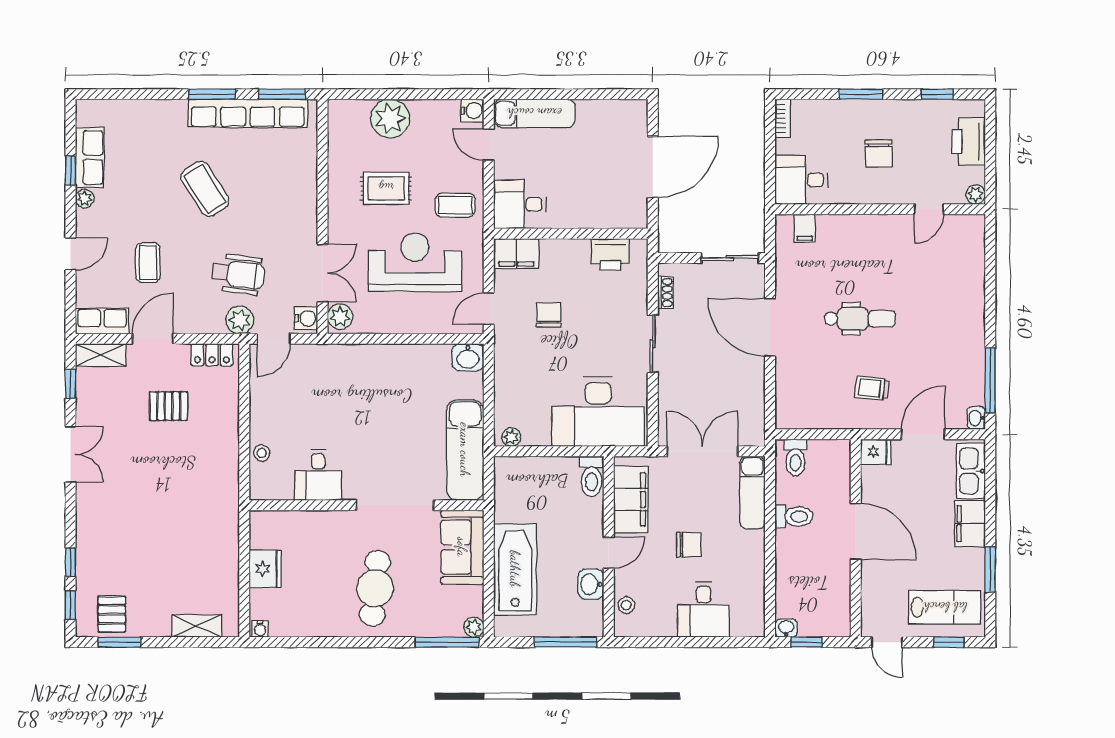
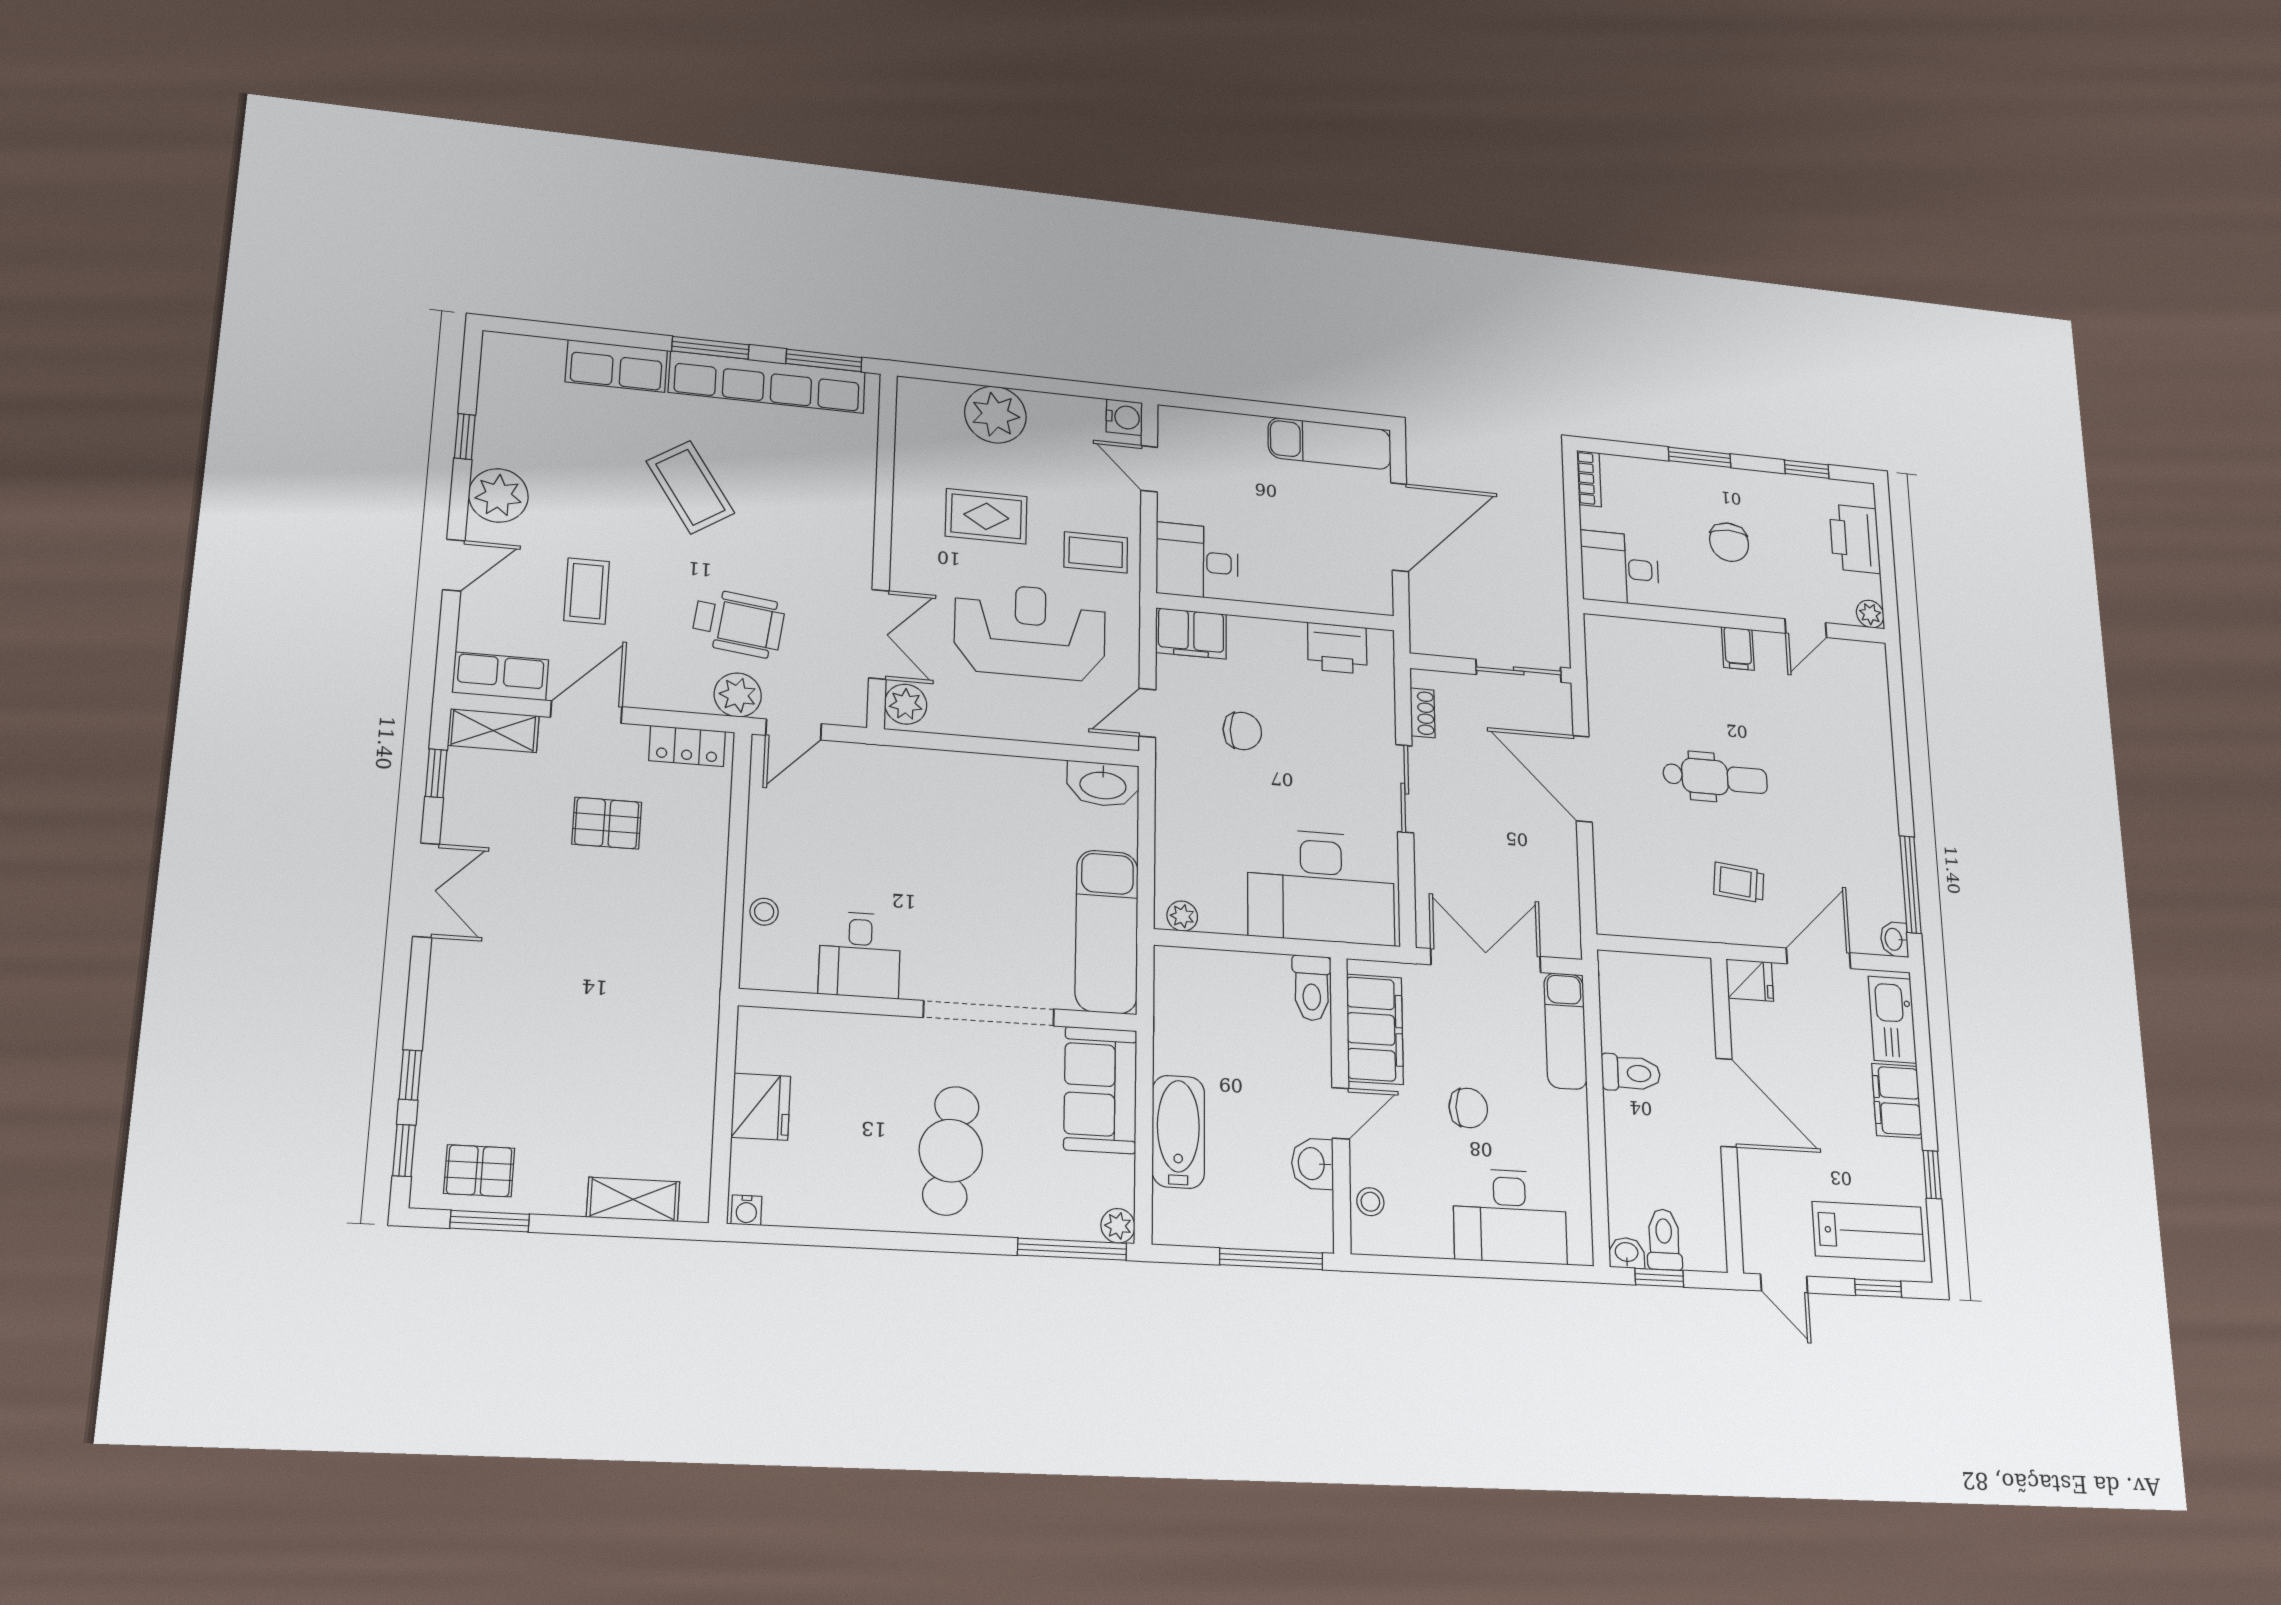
exam couch: (534, 113) -> (1330, 443), moved
row of seats: (90, 158) -> (616, 366), moved, turned 90
plant: (85, 199) -> (498, 495), width x1.88, depth x1.88
filing cabinet: (805, 228) -> (1738, 648), moved
chair: (549, 315) -> (1242, 731), turned 90
water cooler: (306, 318) -> (849, 702), removed
washbasin: (468, 357) -> (1103, 784), width x1.38
toilet: (795, 458) -> (1664, 1239), moved, turned 180
bathtub: (515, 569) -> (1178, 1132), width x0.73, depth x0.73
window: (990, 569) -> (1932, 1175), width x0.67
desk: (703, 610) -> (1510, 1216), width x1.37
pallet: (112, 614) -> (479, 1171), turned 90

